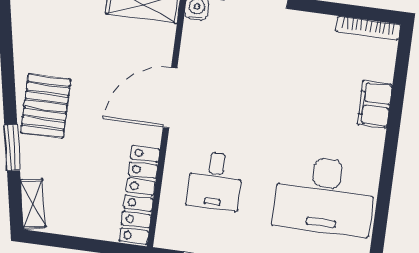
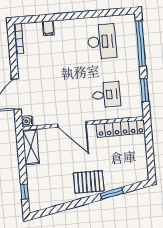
filing cabinet: (375, 104) -> (48, 28), width x0.50
desk: (325, 196) -> (102, 42), width x0.73, depth x0.77
shelving: (33, 204) -> (136, 178), removed

